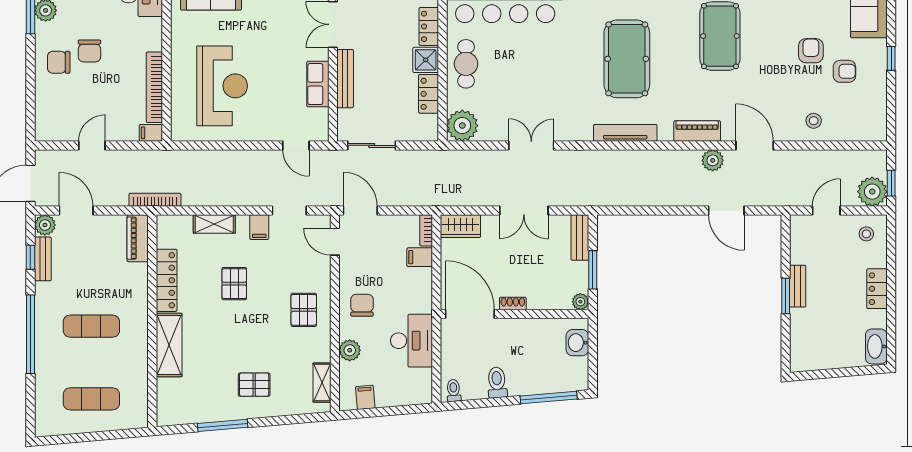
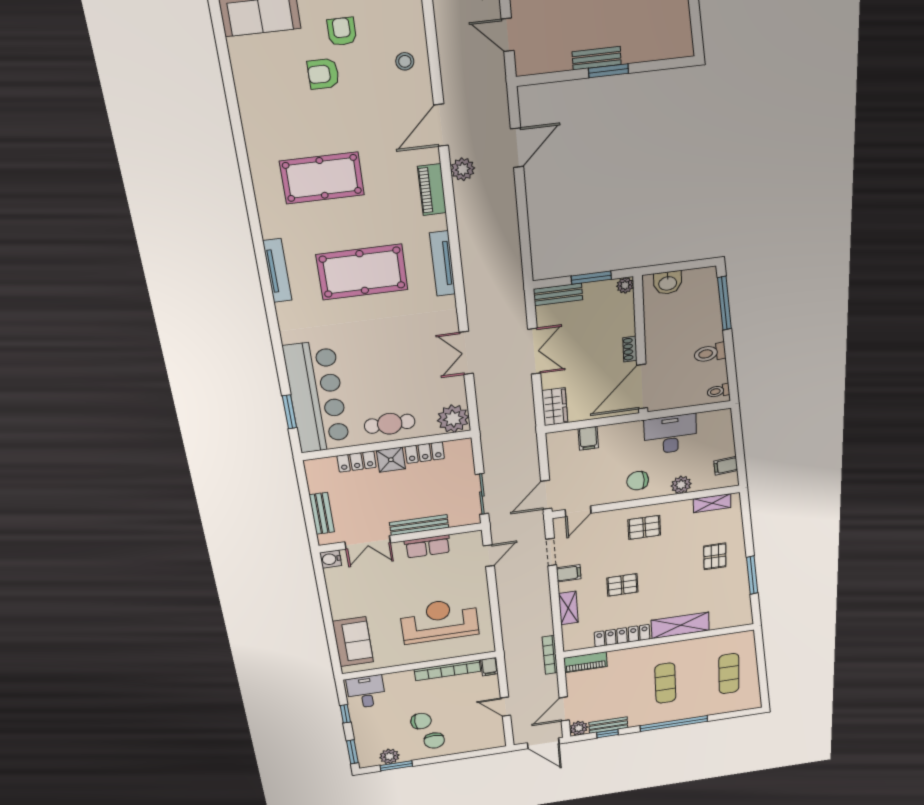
bookcase: (426, 230) -> (561, 436), removed

